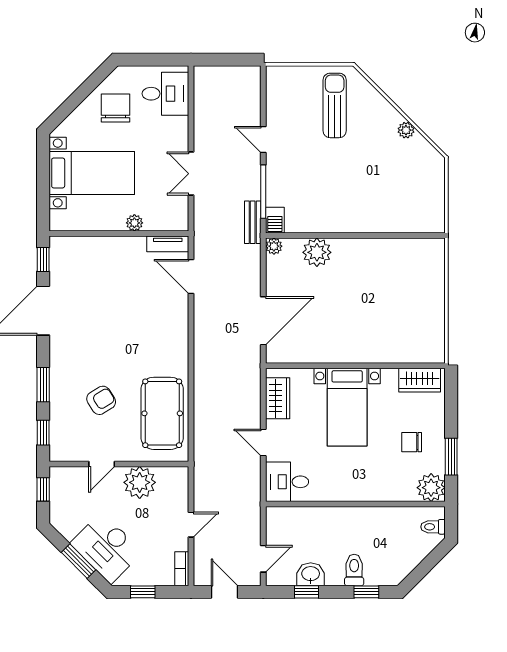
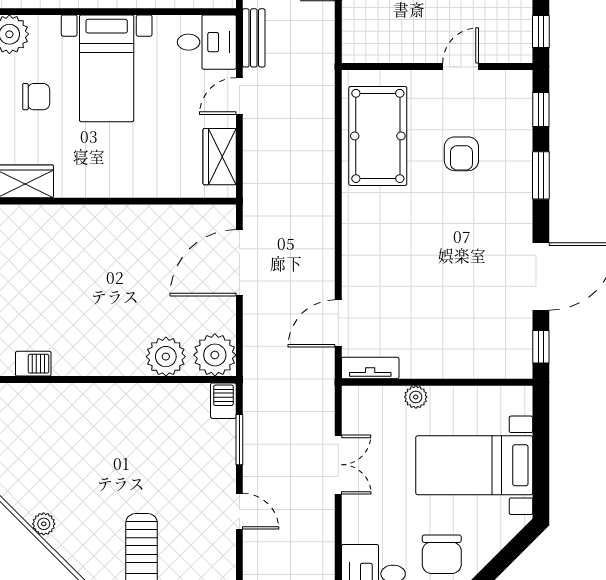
window: (263, 192) -> (239, 440), width x0.69
bench: (253, 222) -> (254, 38), moved
plant: (274, 246) -> (215, 355), width x1.88, depth x1.88
barbecue: (414, 247) -> (33, 364), added
door: (191, 276) -> (338, 323), swing flipped
armchair: (101, 400) -> (461, 154), turned -58
bed with nightstands: (347, 407) -> (107, 68), moved, turned 180
door: (263, 442) -> (239, 96), swing flipped
plant: (140, 482) -> (409, 41), removed

